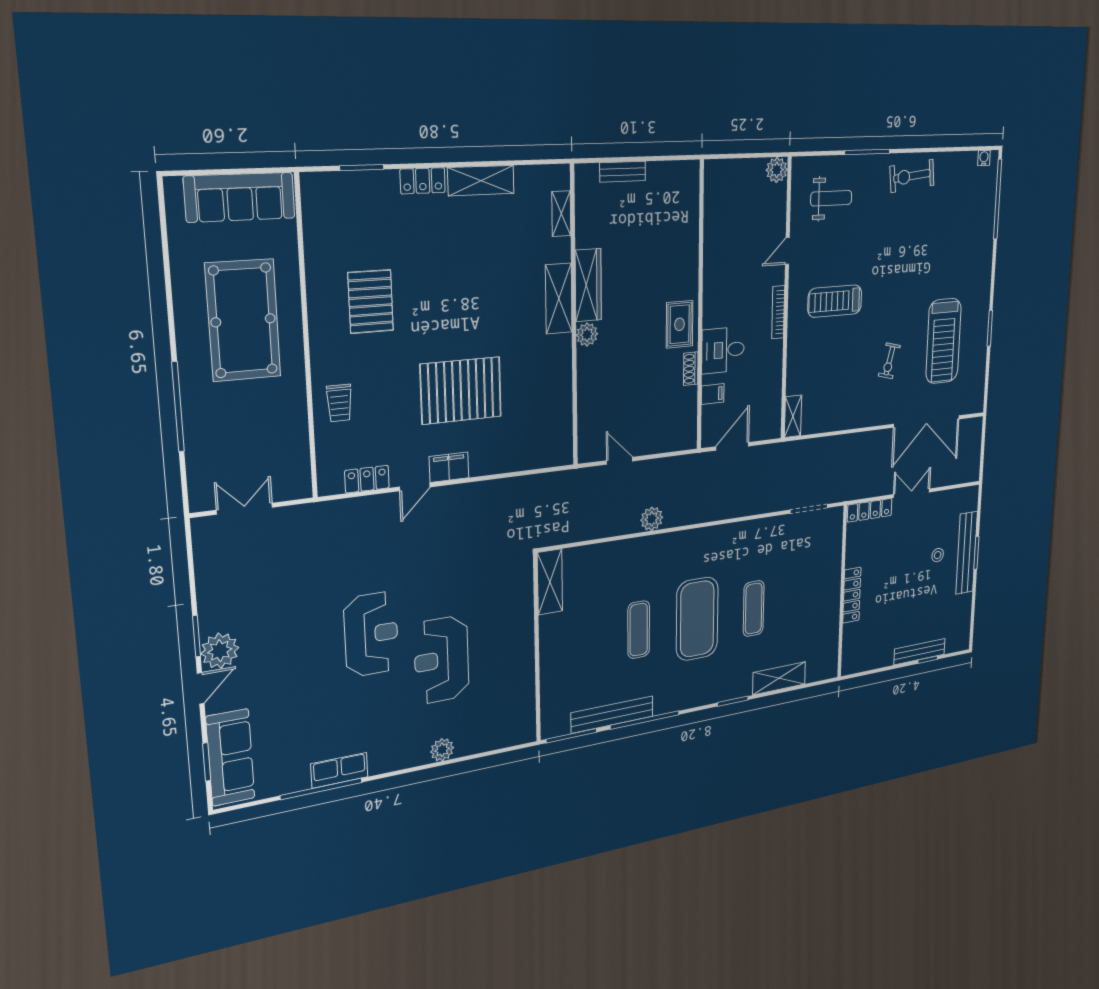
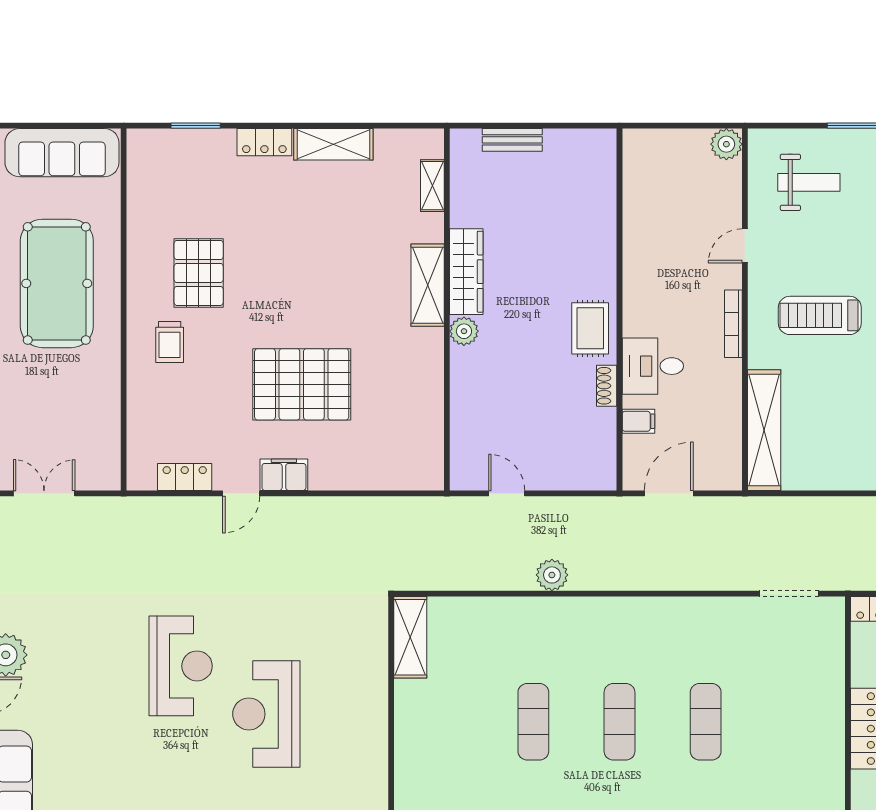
trolley: (339, 403) -> (170, 342), moved
shelving: (793, 416) -> (764, 430), width x2.20, depth x1.33
exercise mat: (697, 619) -> (620, 722), width x0.50, depth x0.69

